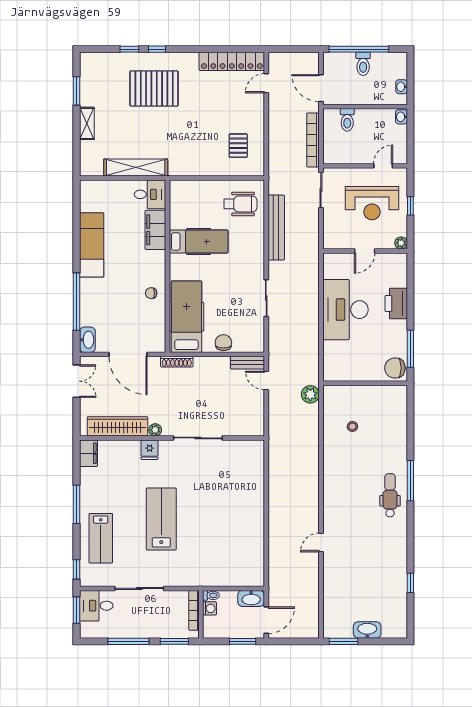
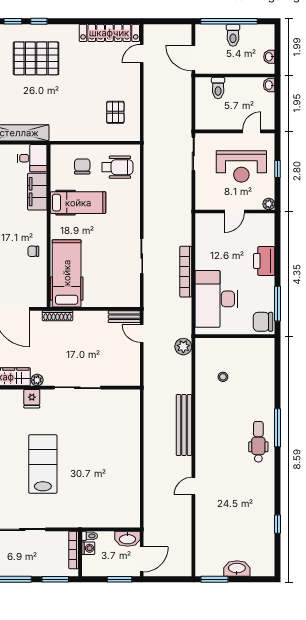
bookcase: (313, 140) -> (186, 272), moved
bench: (276, 228) -> (184, 425), moved
desk: (345, 310) -> (216, 299), moved
chair: (223, 343) -> (82, 166), moved

